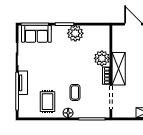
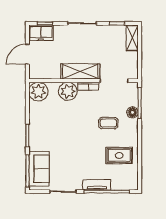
plant: (75, 33) -> (38, 92), moved
floor lamp: (68, 113) -> (132, 112), moved

